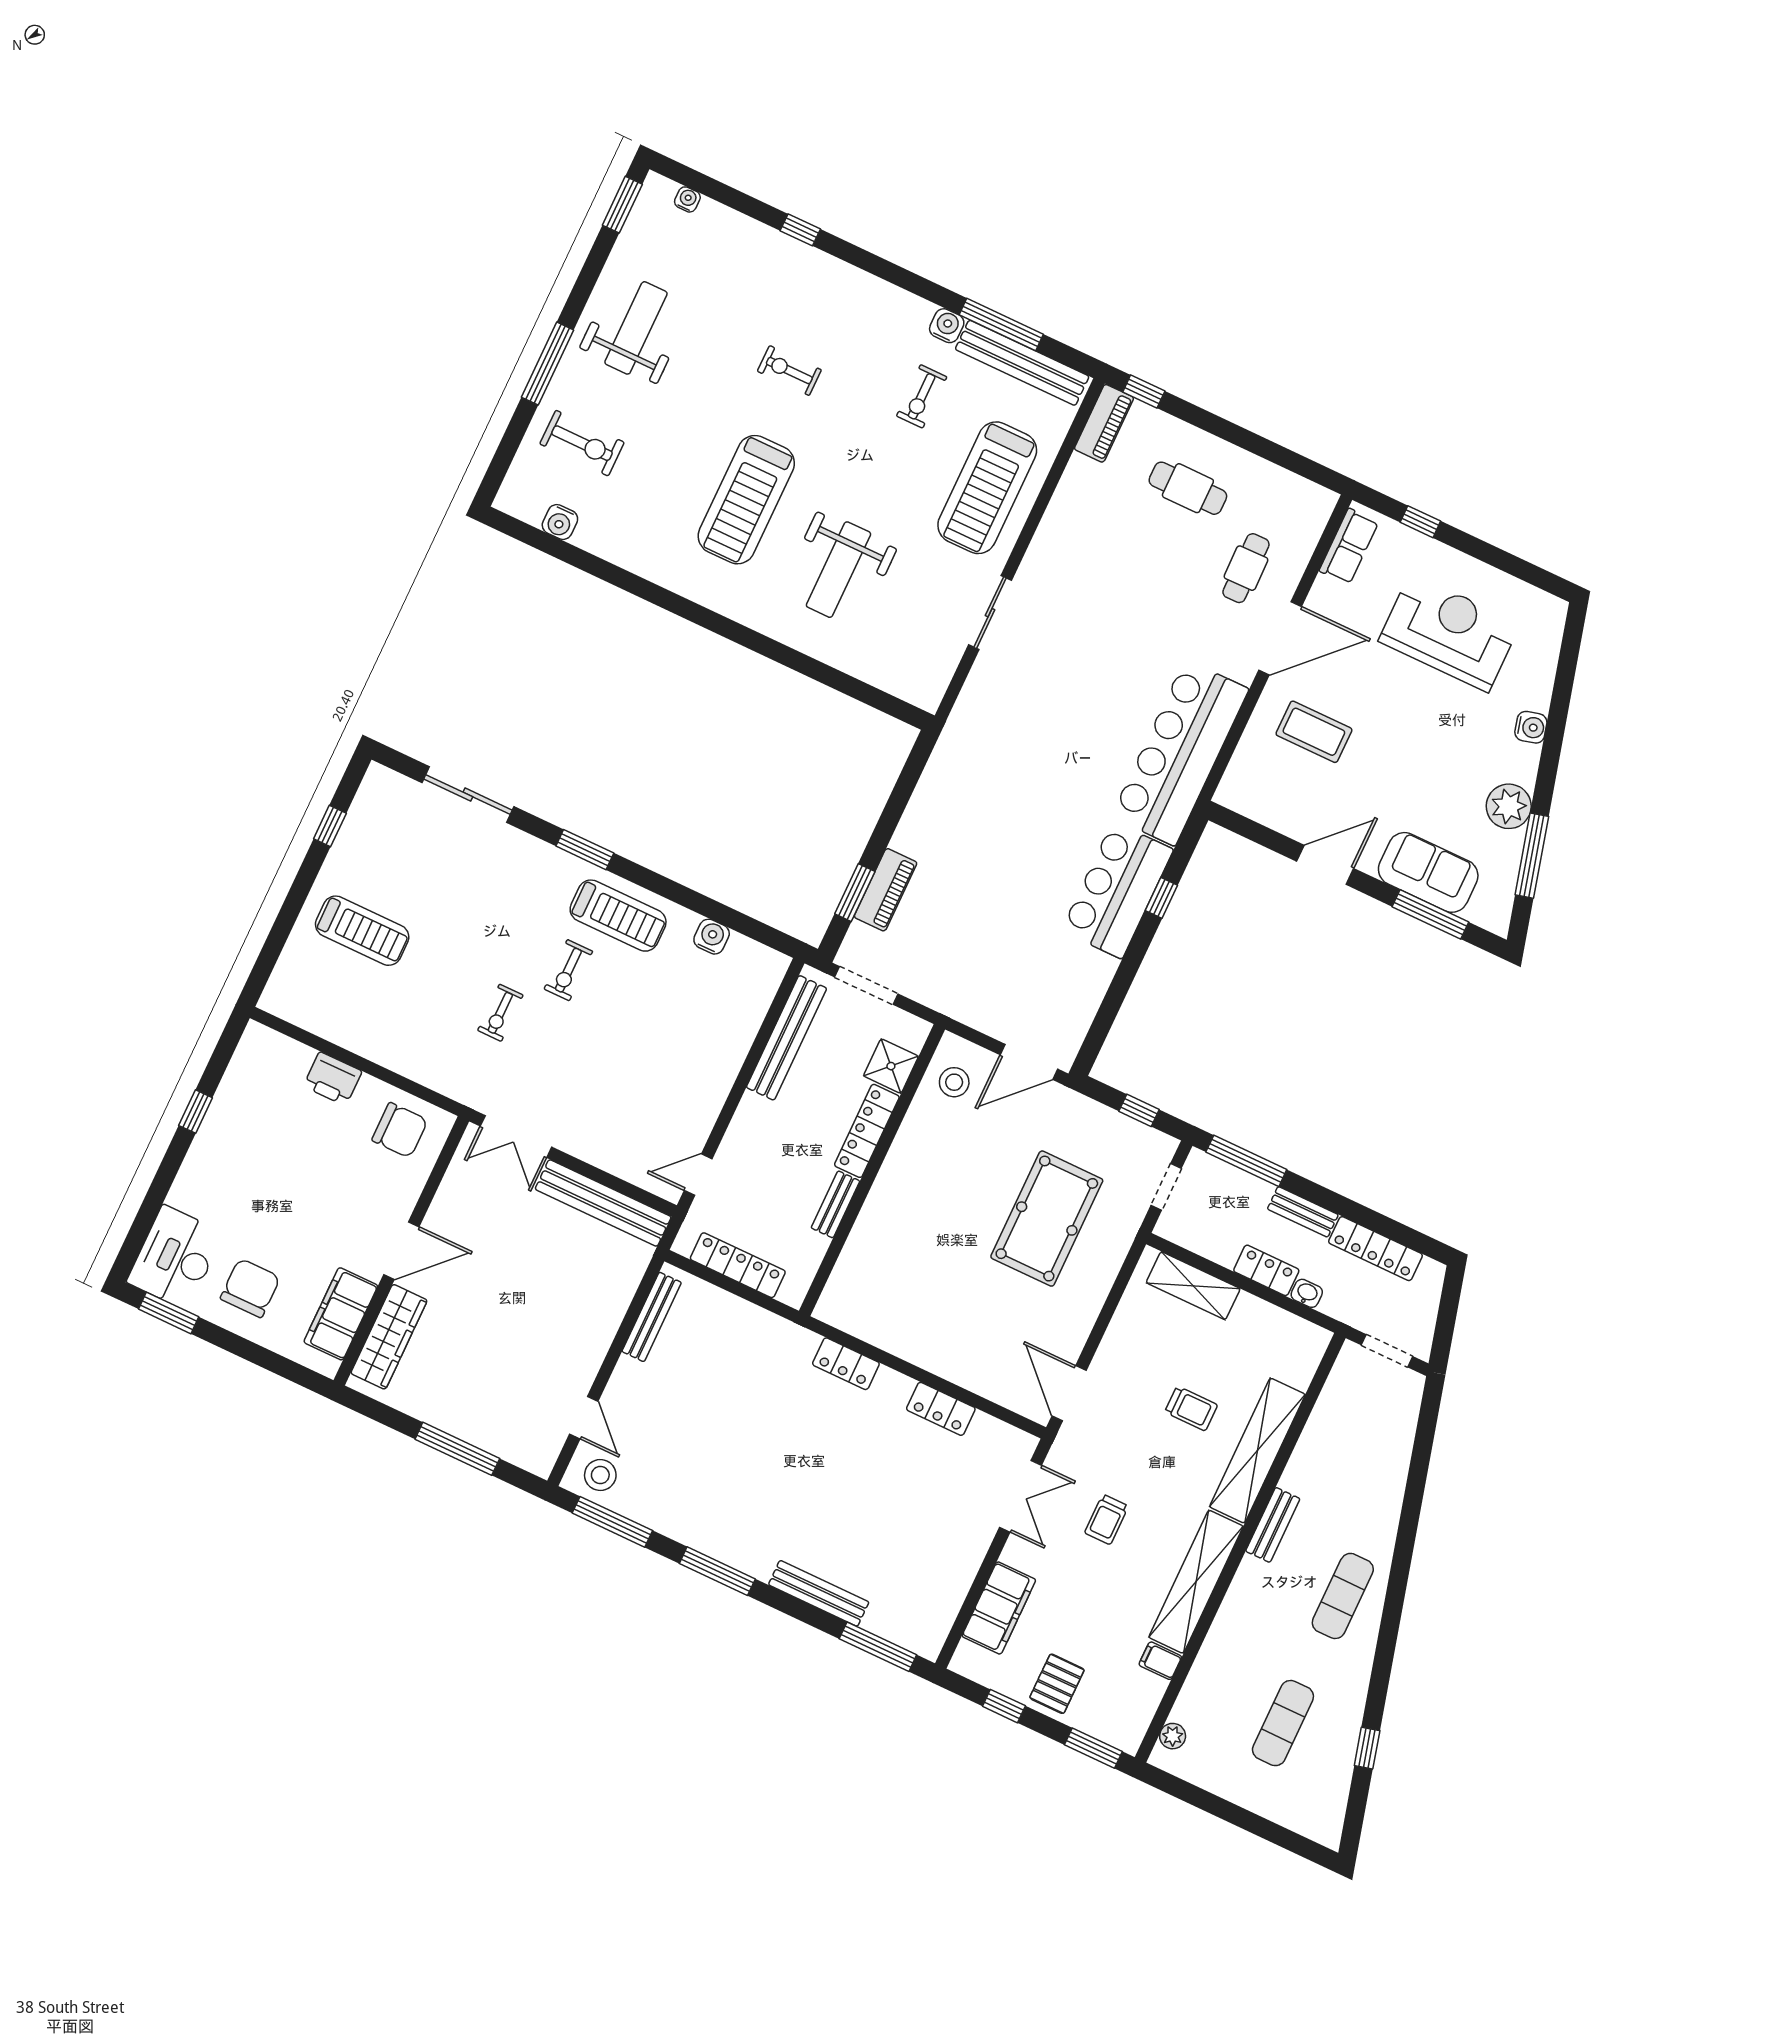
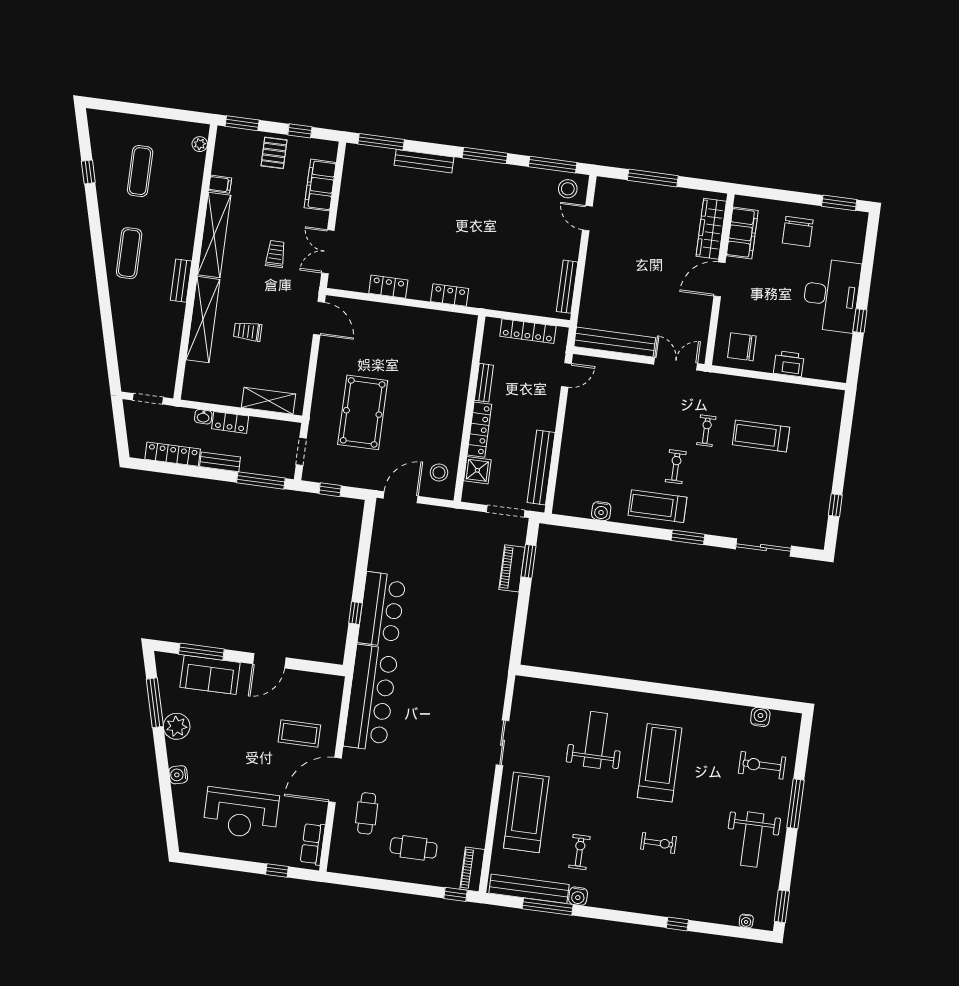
treadmill: (362, 931) -> (761, 436), moved
desk: (175, 1257) -> (831, 295), moved, width x1.36, depth x1.30

